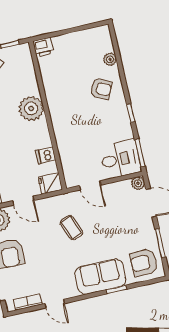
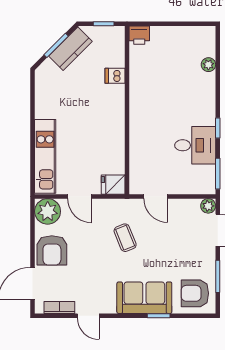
armchair: (101, 89) -> (191, 94), removed
plant: (31, 108) -> (111, 99), removed
dishwasher: (46, 155) -> (115, 76), moved
desk: (121, 159) -> (195, 145), moved

